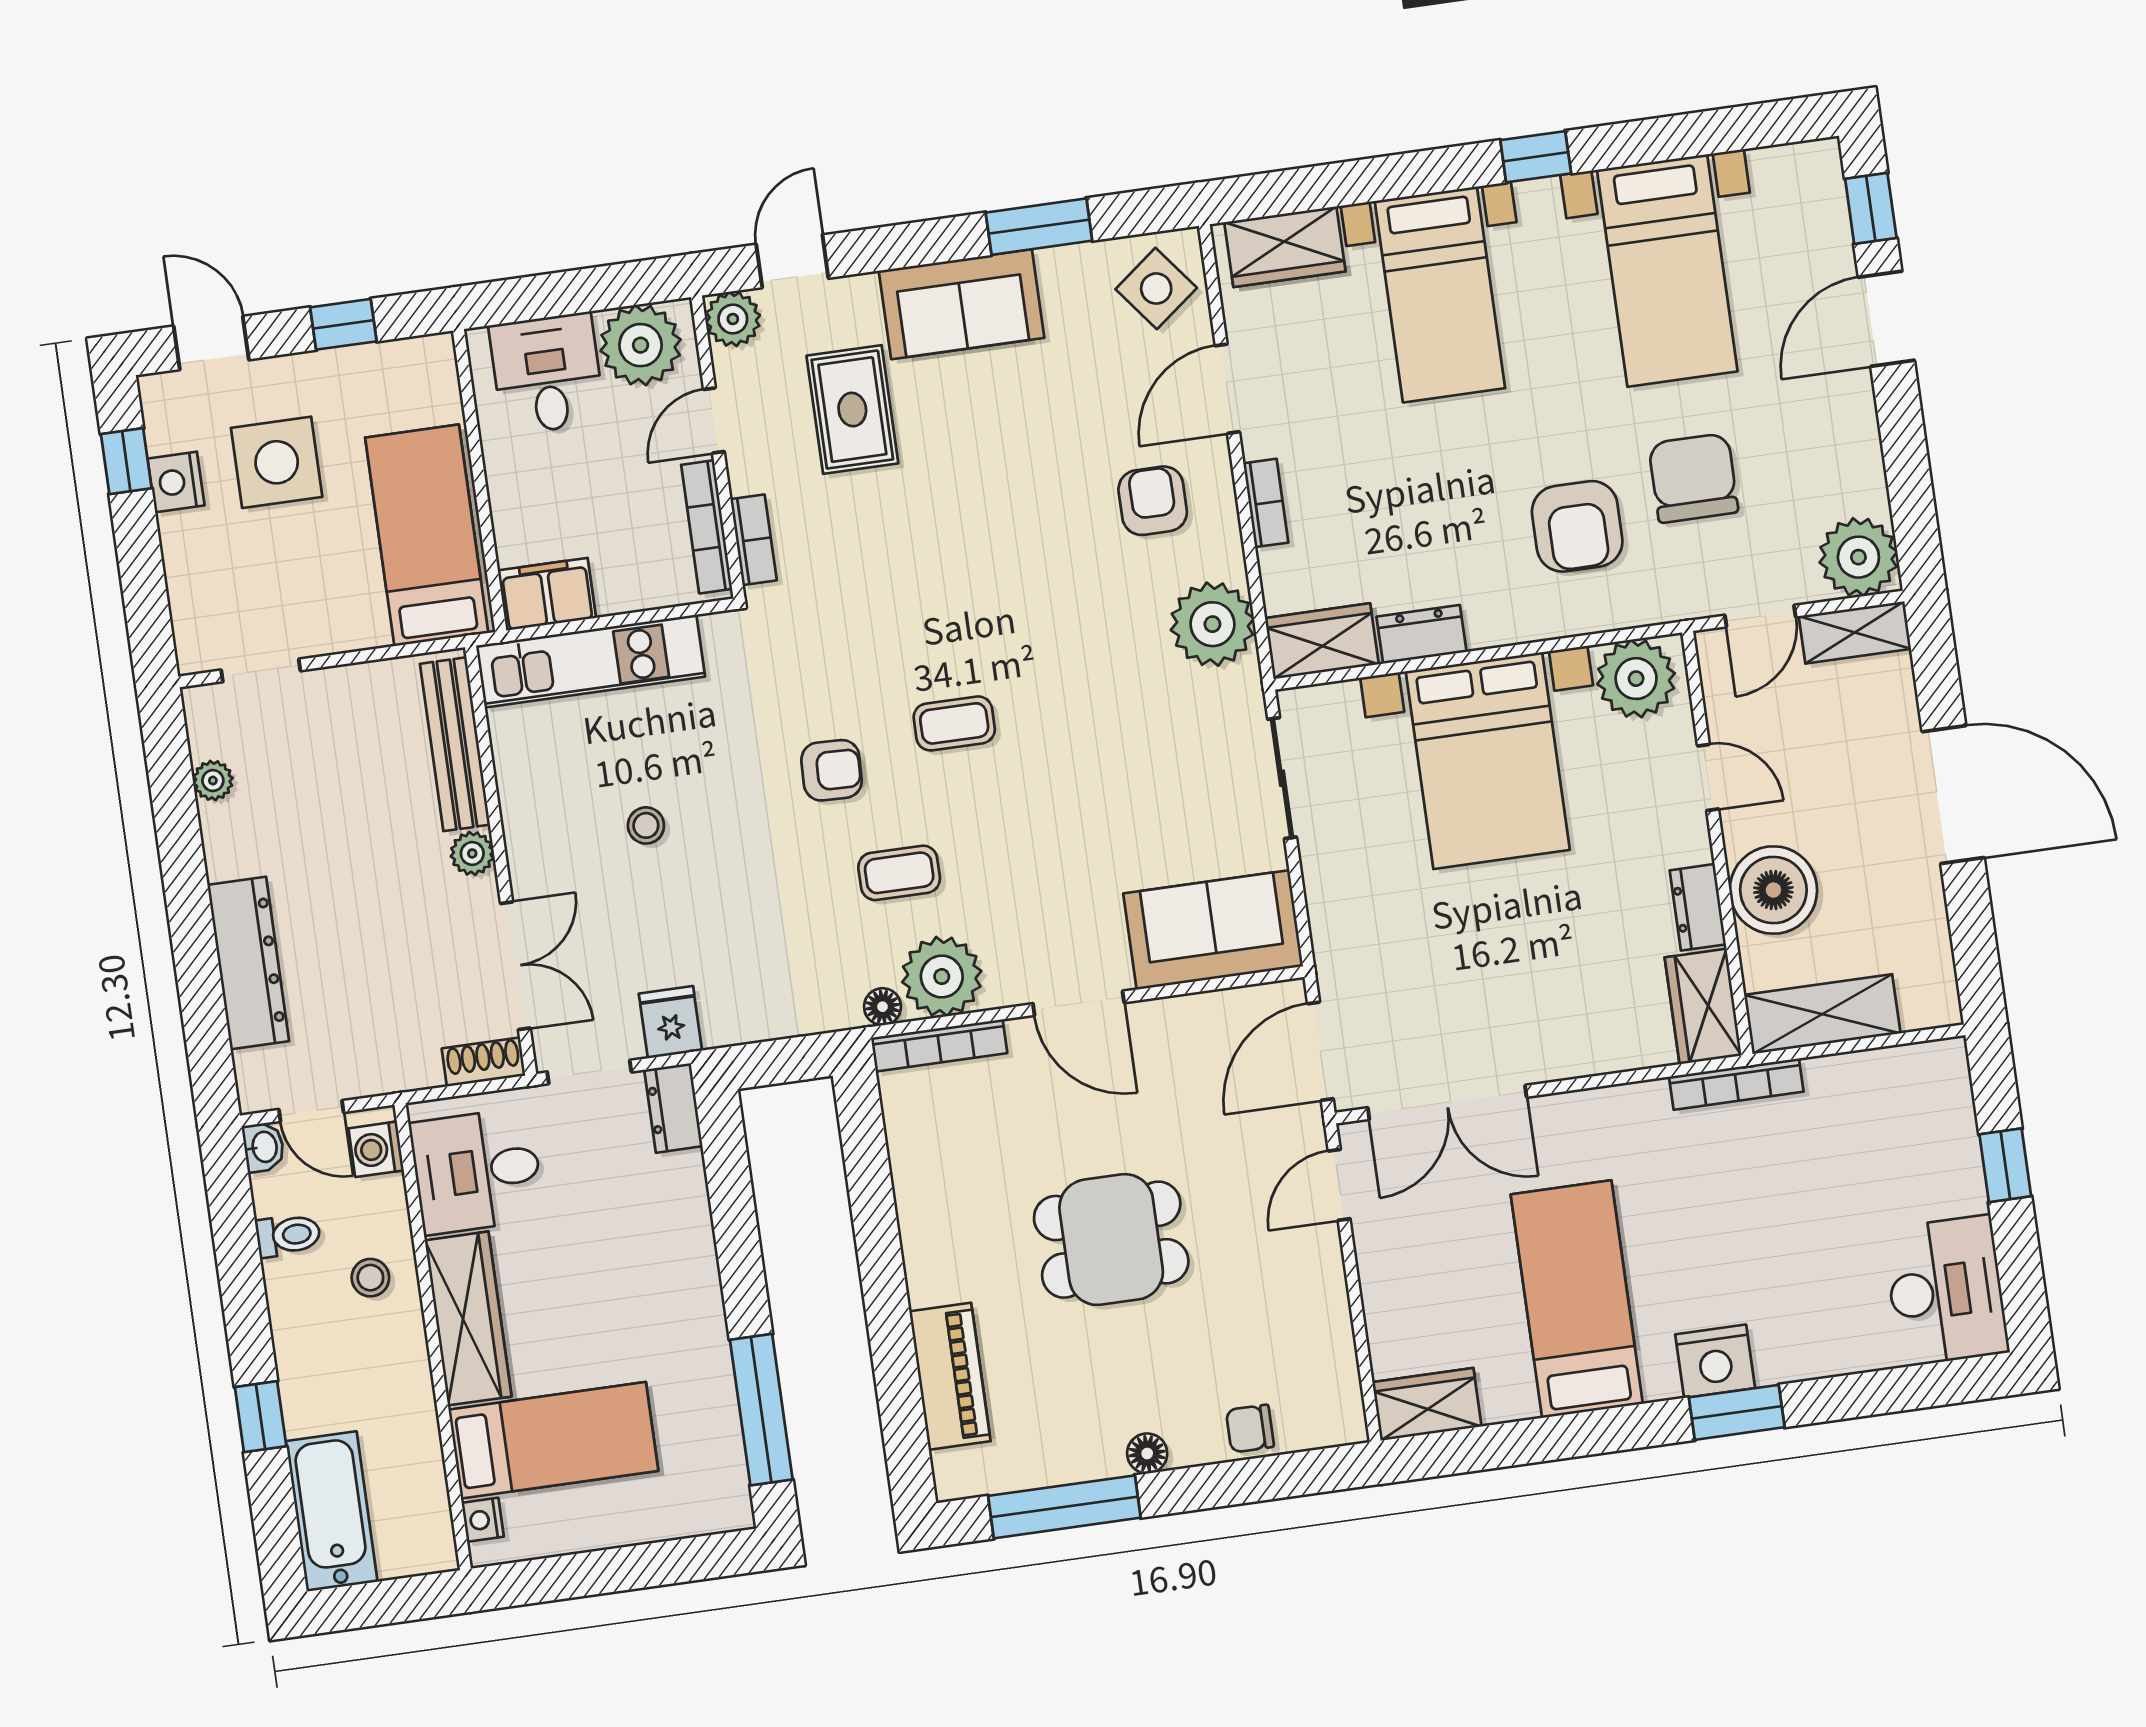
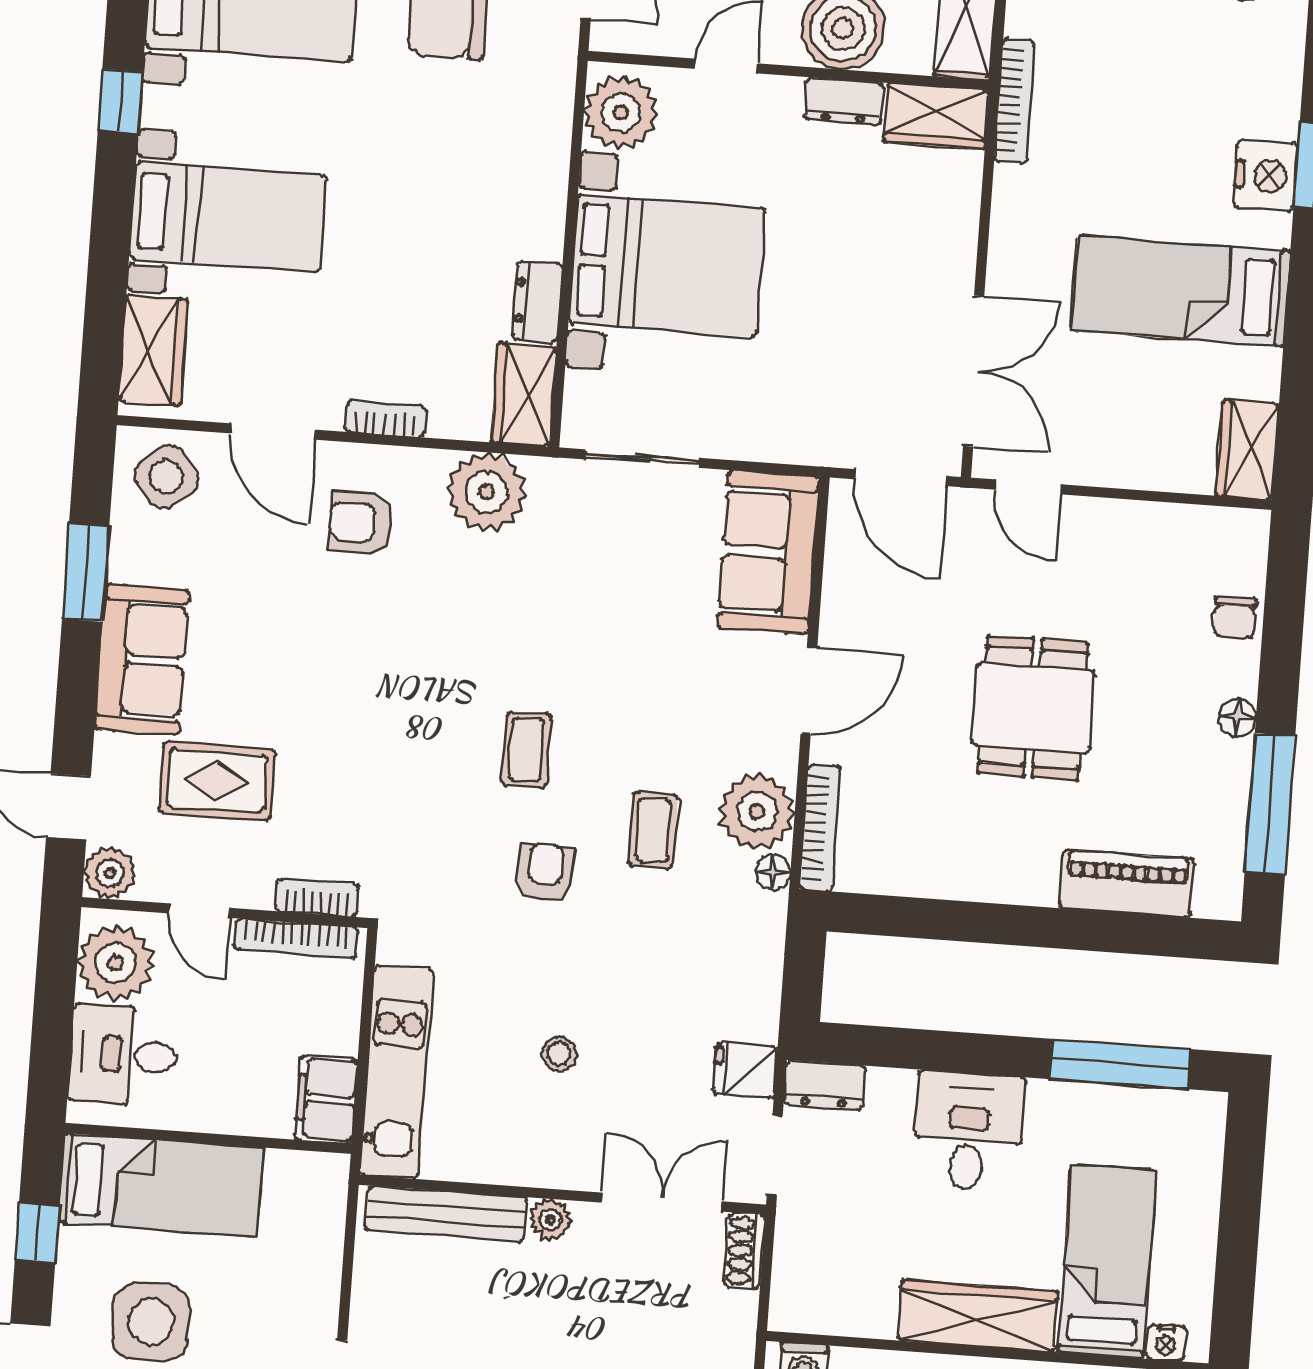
armchair: (1577, 526) -> (469, 137), removed
bed: (427, 535) -> (160, 1185), moved, turned 180
desk: (477, 1171) -> (969, 1131), moved, turned 180

